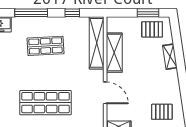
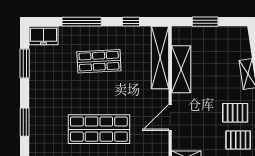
window: (148, 13) -> (205, 22), moved
pallet: (152, 29) -> (235, 113), moved
door: (105, 93) -> (170, 117), swing flipped

